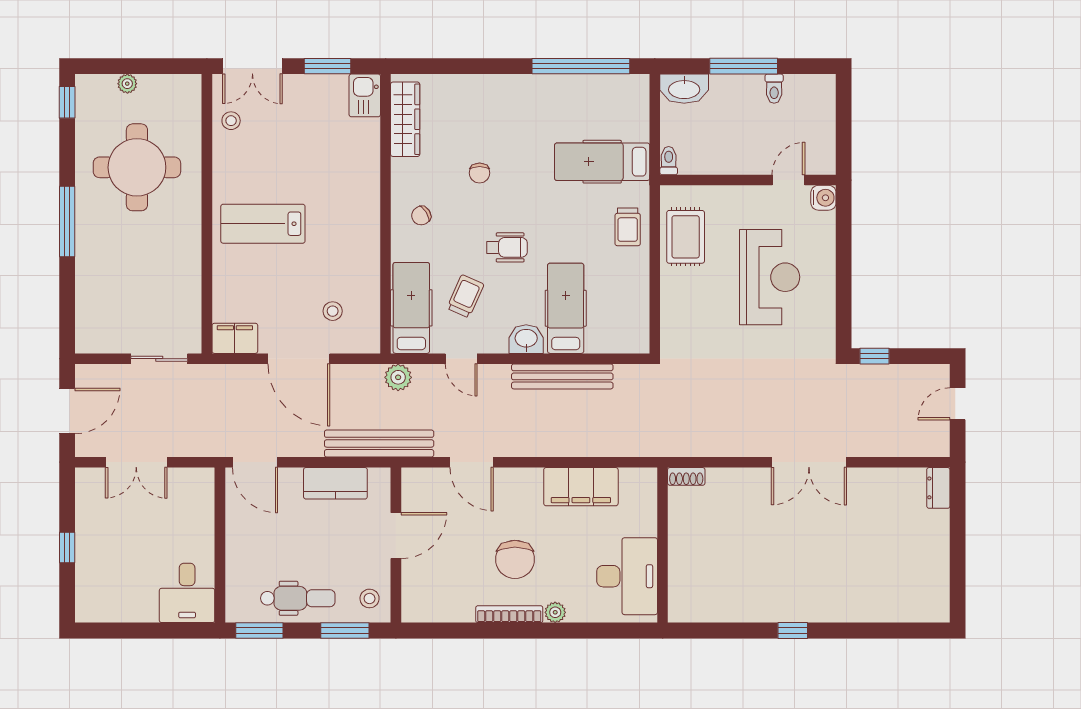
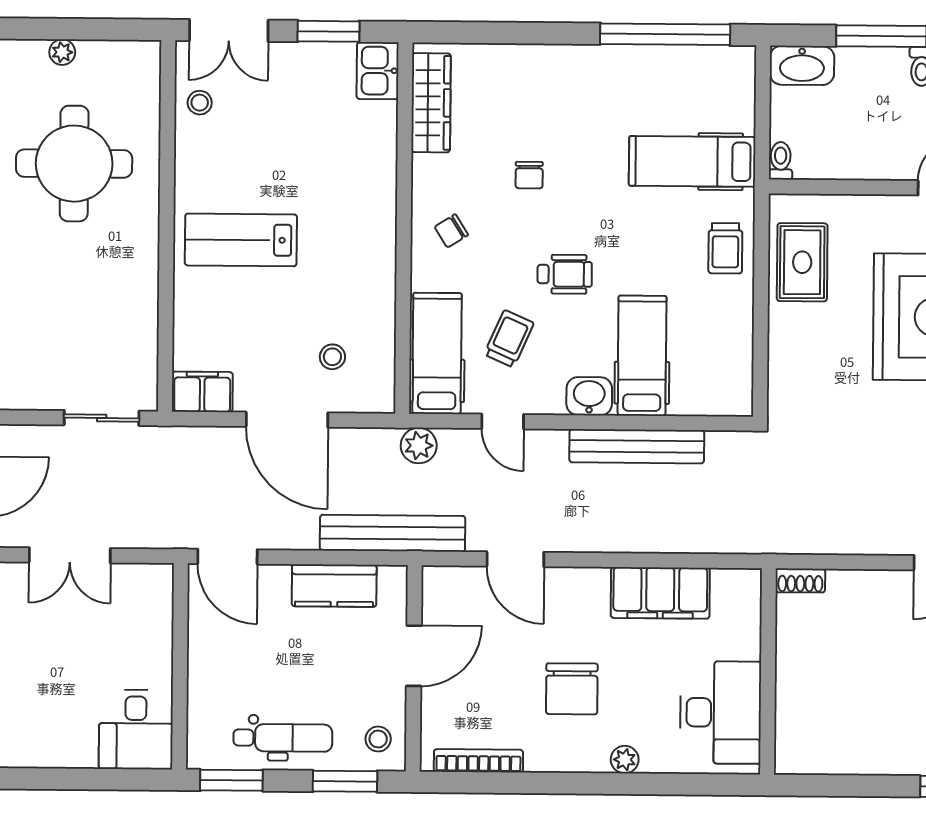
bookcase: (509, 614) -> (478, 761), moved

